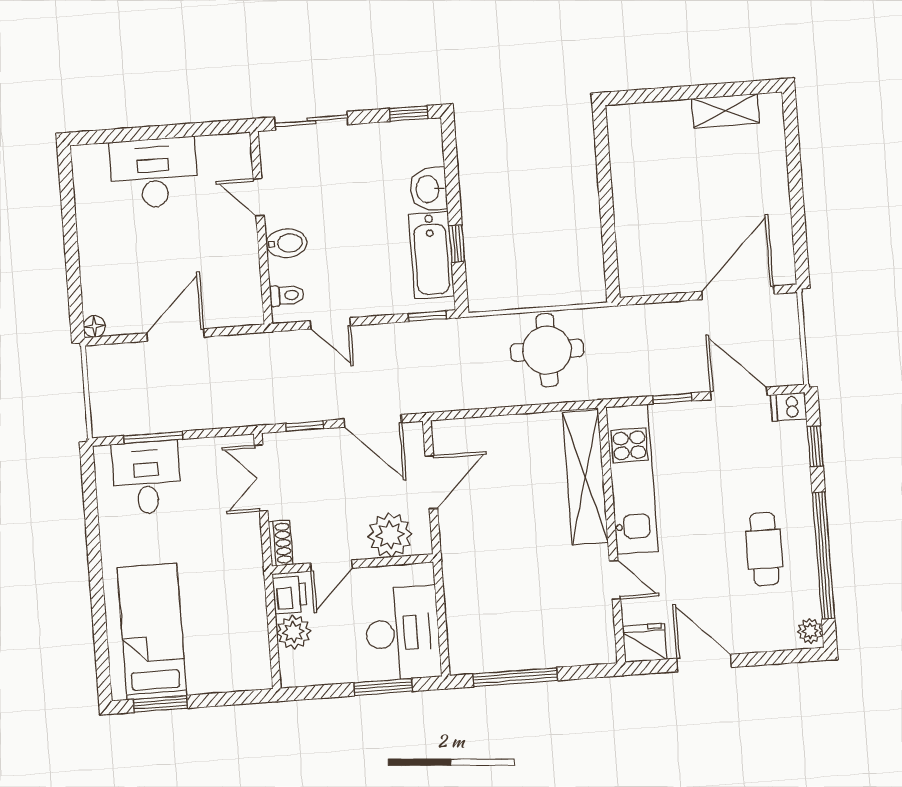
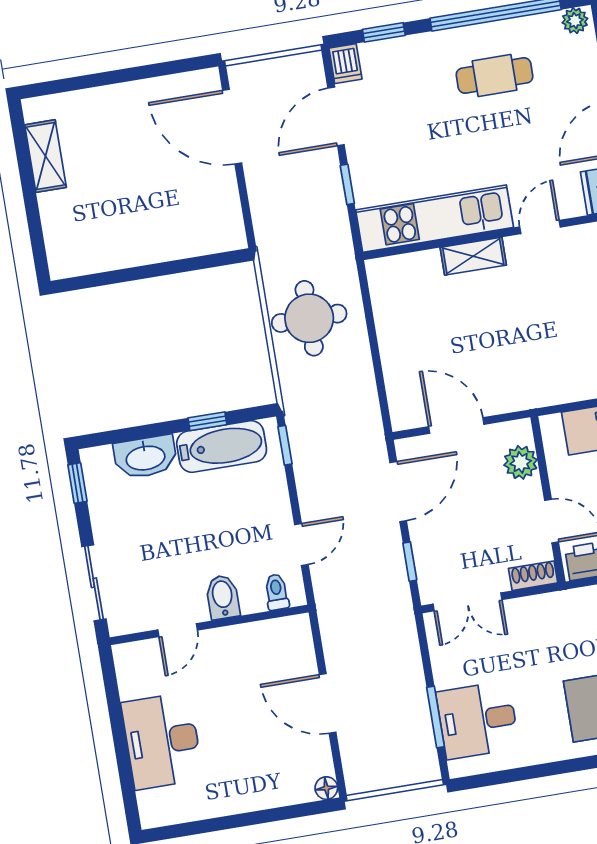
washbasin: (428, 189) -> (145, 457), width x1.38
shelving: (585, 477) -> (473, 256), width x0.45, depth x0.75
plant: (390, 535) -> (521, 462), width x0.73, depth x0.73

